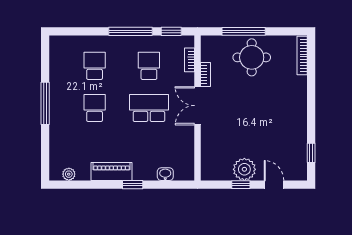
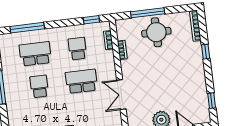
window: (130, 31) -> (27, 28), moved
school desk: (95, 66) -> (35, 54), width x1.85
window: (311, 90) -> (206, 52), added
double door: (198, 106) -> (121, 95), moved

